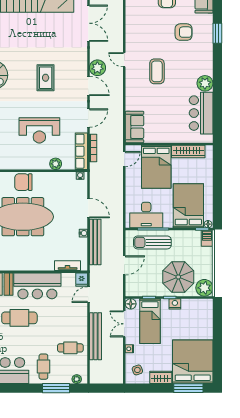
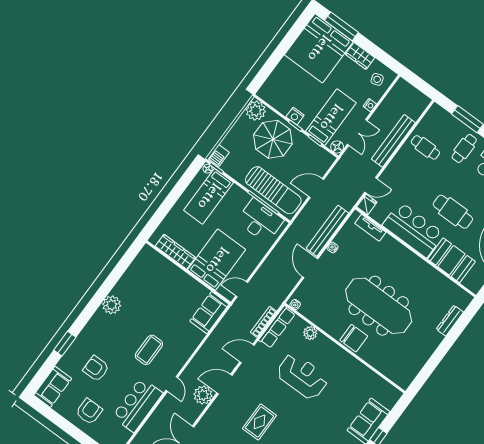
door: (88, 86) -> (224, 384), hinge flipped
bar counter: (201, 113) -> (137, 405), moved, turned 180
bed: (188, 206) -> (209, 196), width x0.67
sun lounger: (152, 242) -> (273, 190), width x1.36, depth x1.34
plant: (77, 379) -> (441, 113), removed

